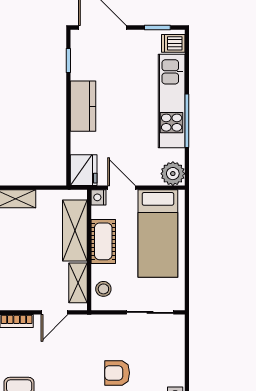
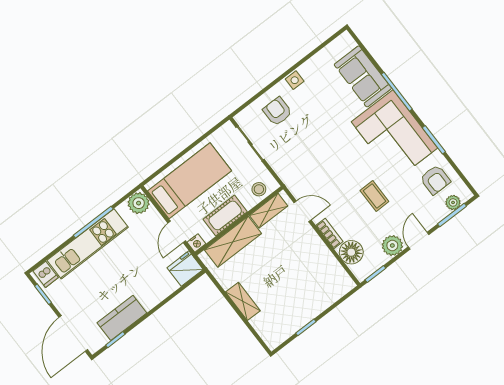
kitchen counter: (83, 106) -> (122, 318), moved
armchair: (117, 373) -> (277, 111), moved, turned 180

